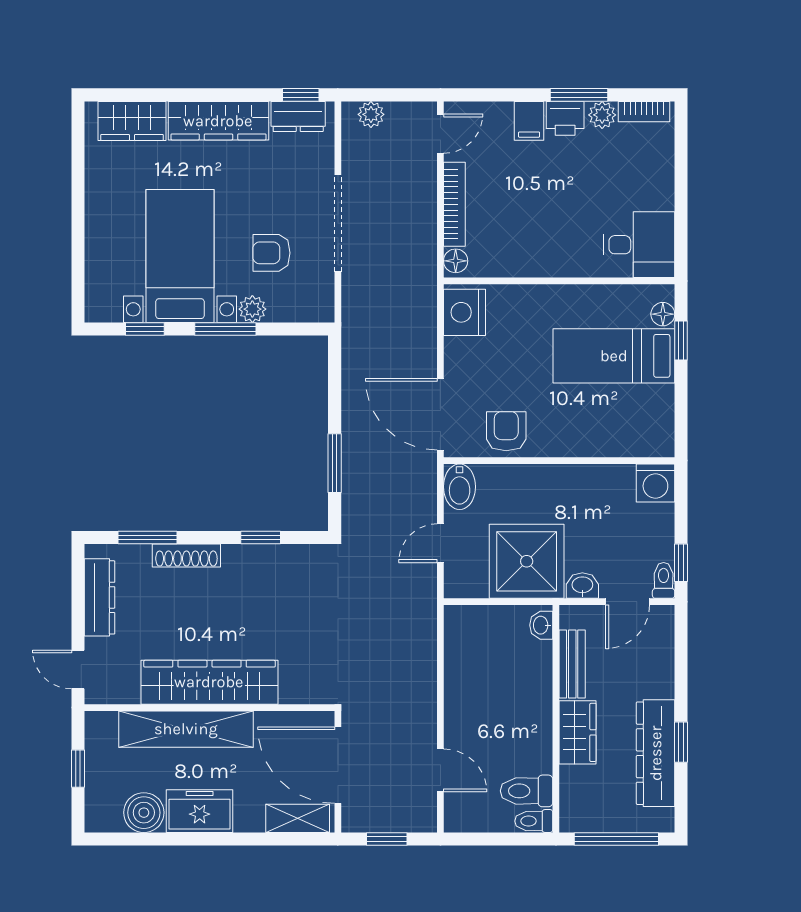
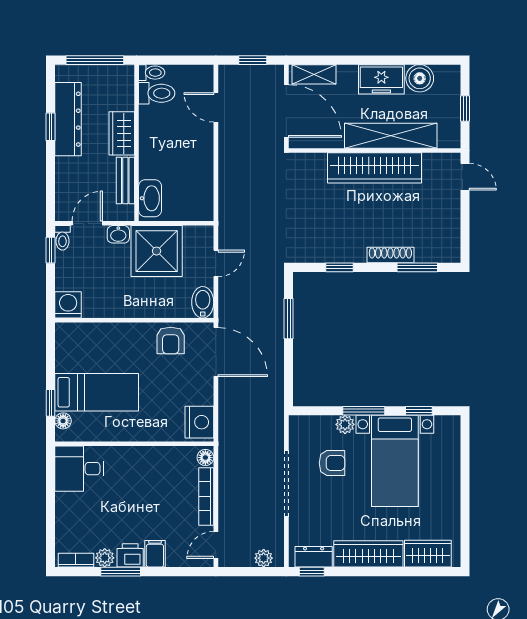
dresser: (100, 597) -> (450, 226), removed
washbasin: (541, 625) -> (150, 198), width x1.91, depth x1.45

